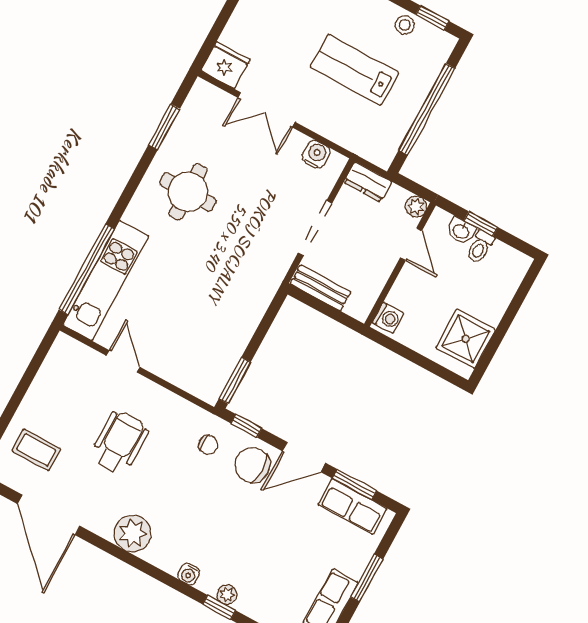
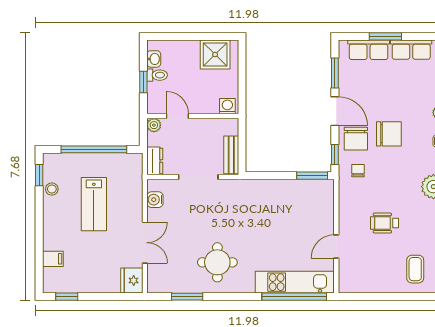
washbasin: (461, 231) -> (154, 59), moved
door: (411, 244) -> (177, 116), hinge flipped
wheelchair: (120, 442) -> (385, 223), width x0.73, depth x0.73
row of seats: (353, 507) -> (369, 50), moved, turned 90
chair: (235, 512) -> (389, 134), added

